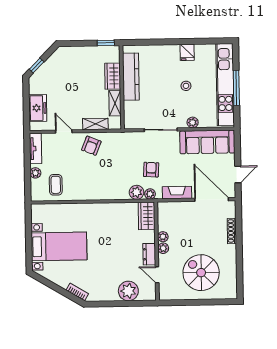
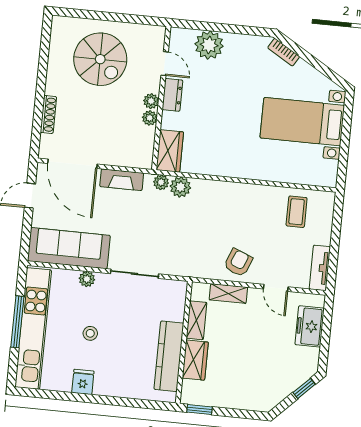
armchair: (151, 170) -> (155, 217), removed
plant: (35, 173) -> (324, 232), removed

